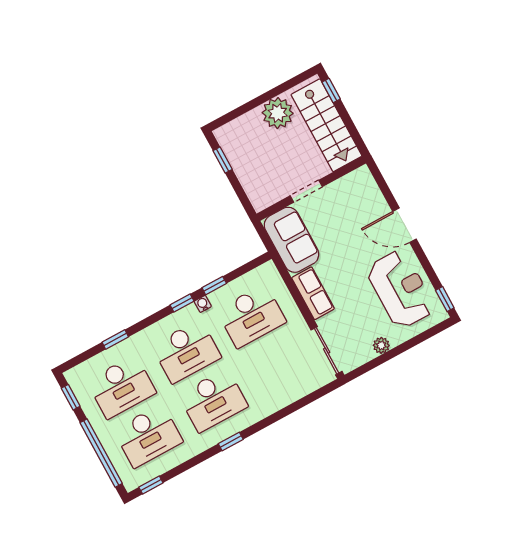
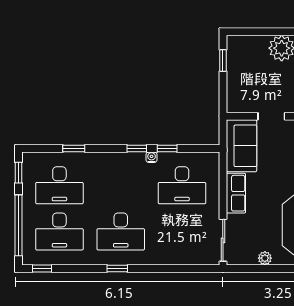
desk: (186, 351) -> (121, 185), removed

